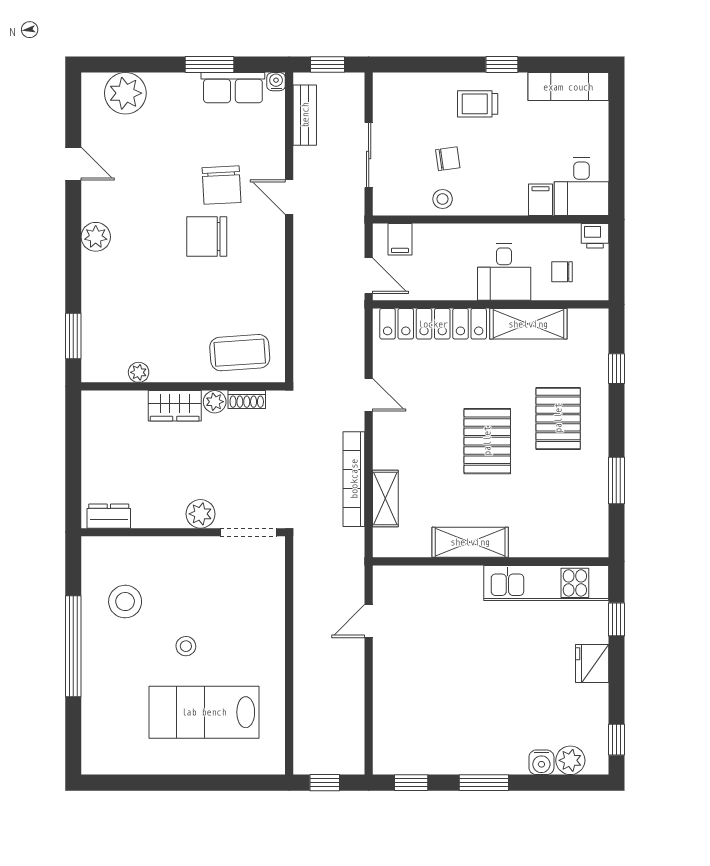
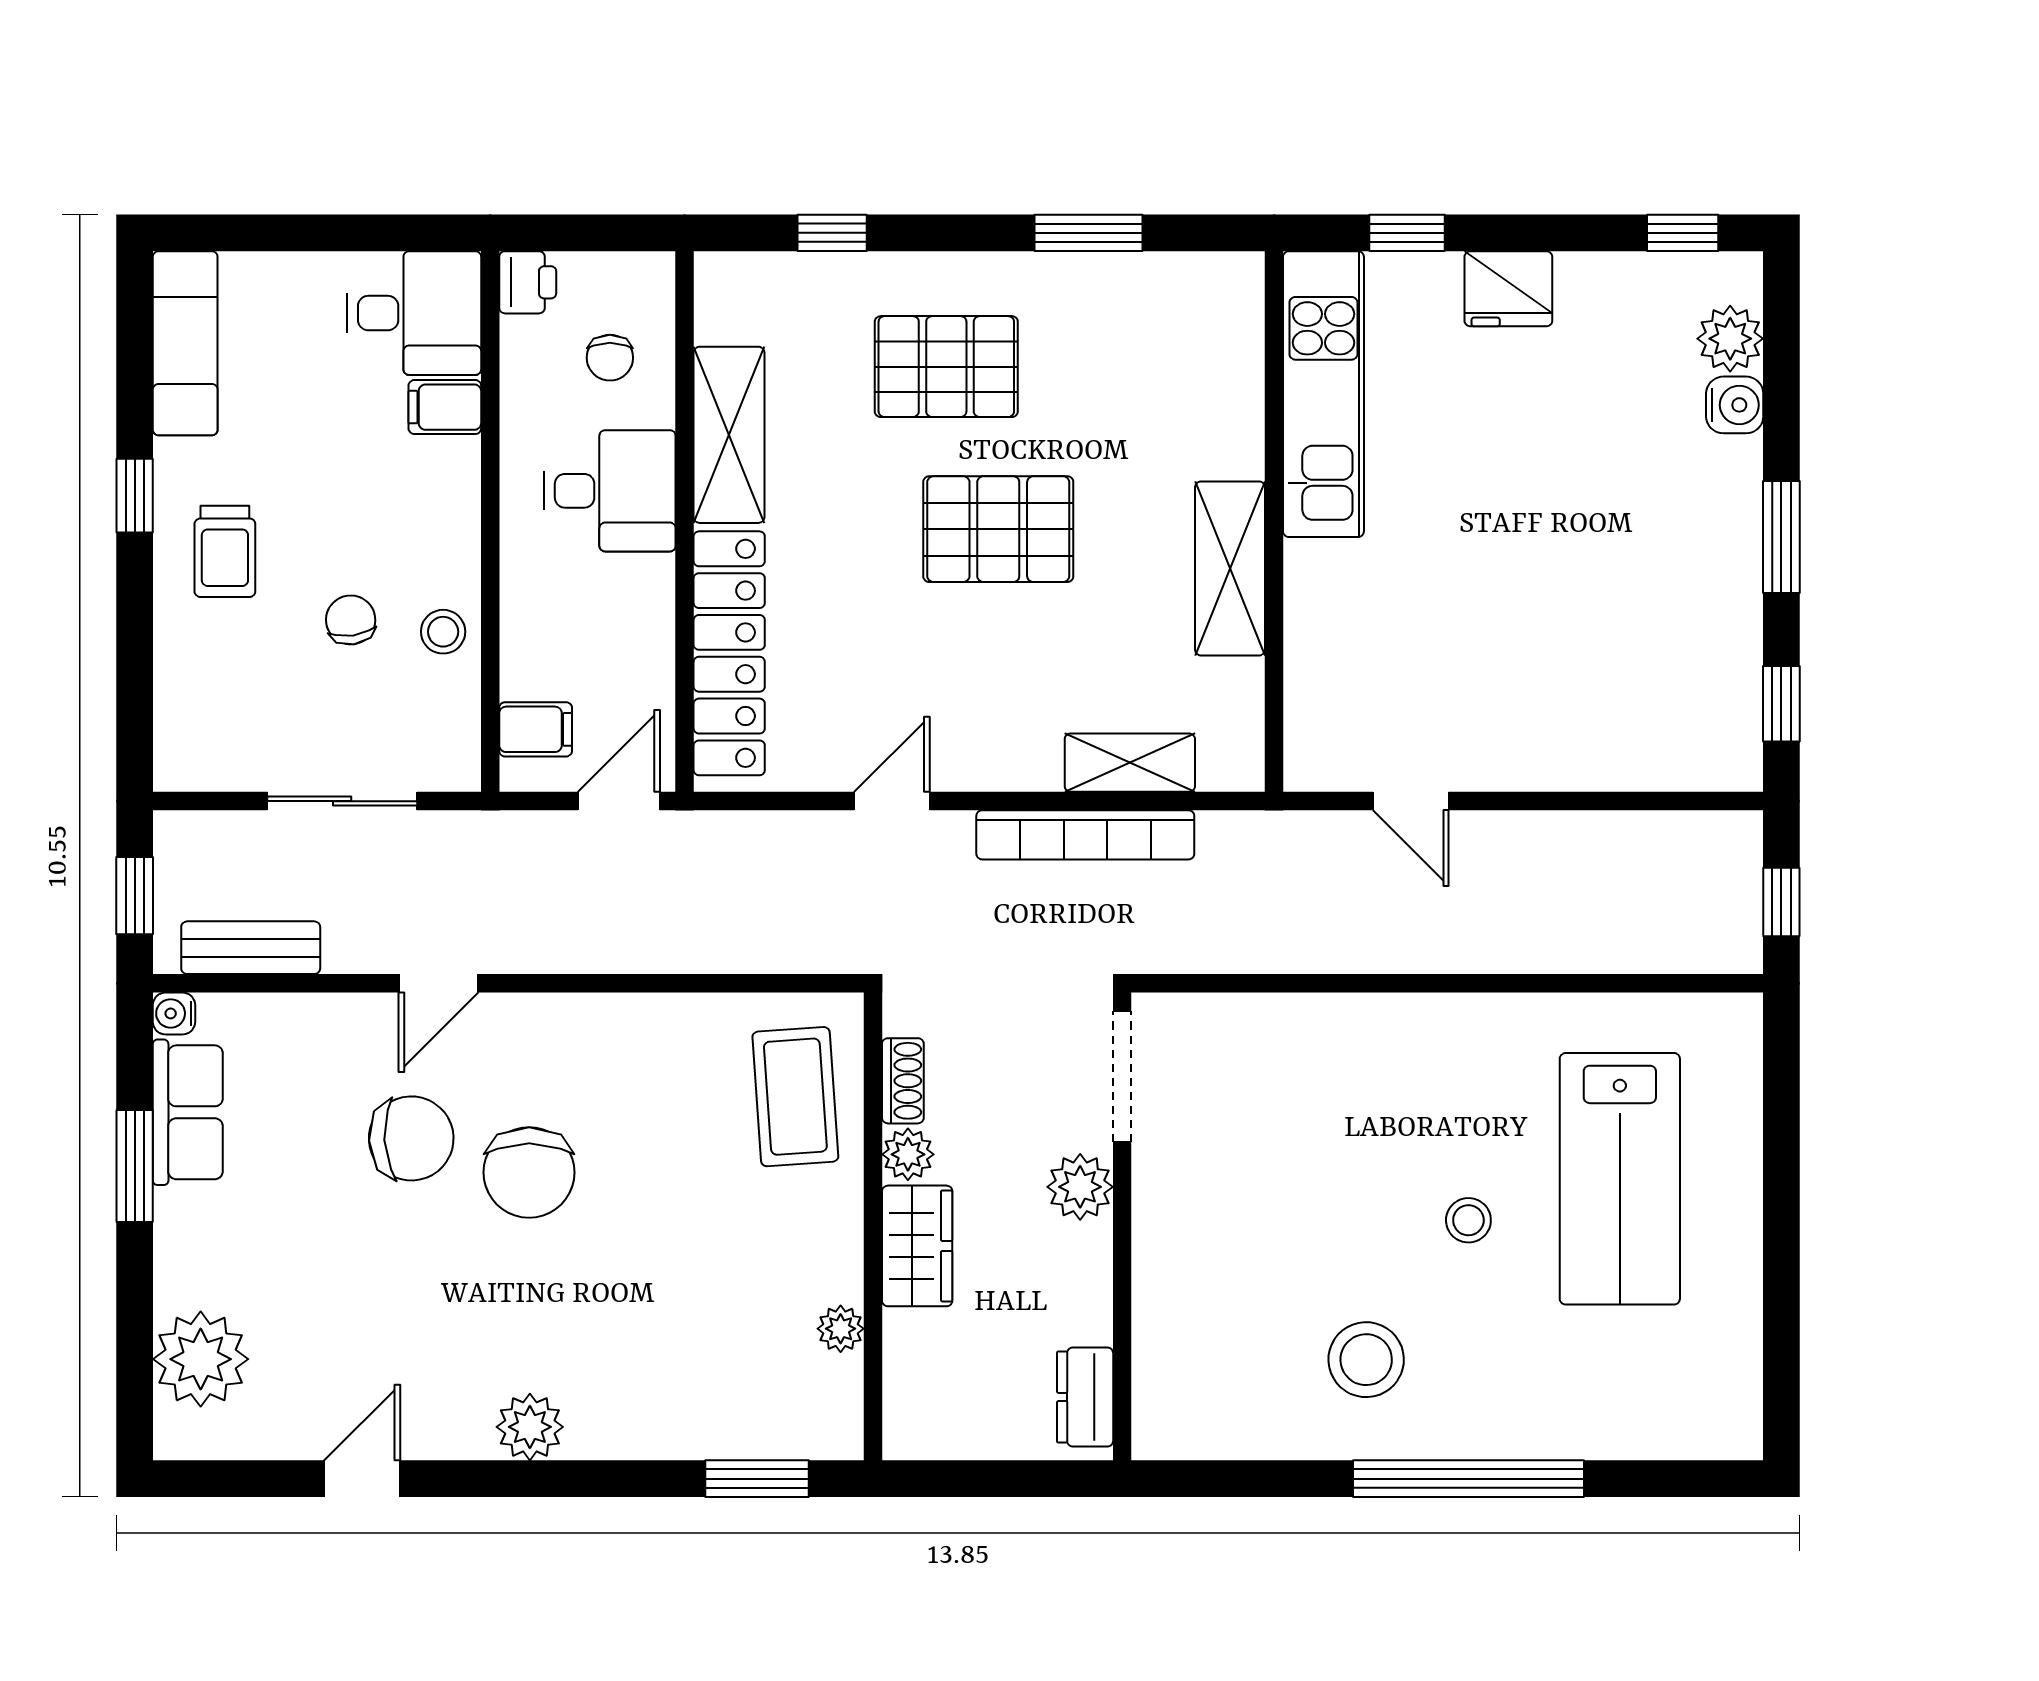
plant: (200, 514) -> (1080, 1187), moved
dresser: (109, 516) -> (1085, 1397), moved
wall: (183, 532) -> (1122, 1226), moved
doorway: (248, 532) -> (1122, 1077), moved

